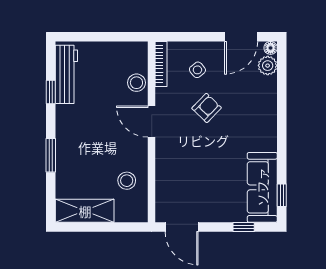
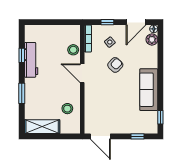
window: (193, 37) -> (107, 22), added
workbench: (66, 74) -> (31, 60), moved
sofa: (262, 187) -> (149, 90), moved

